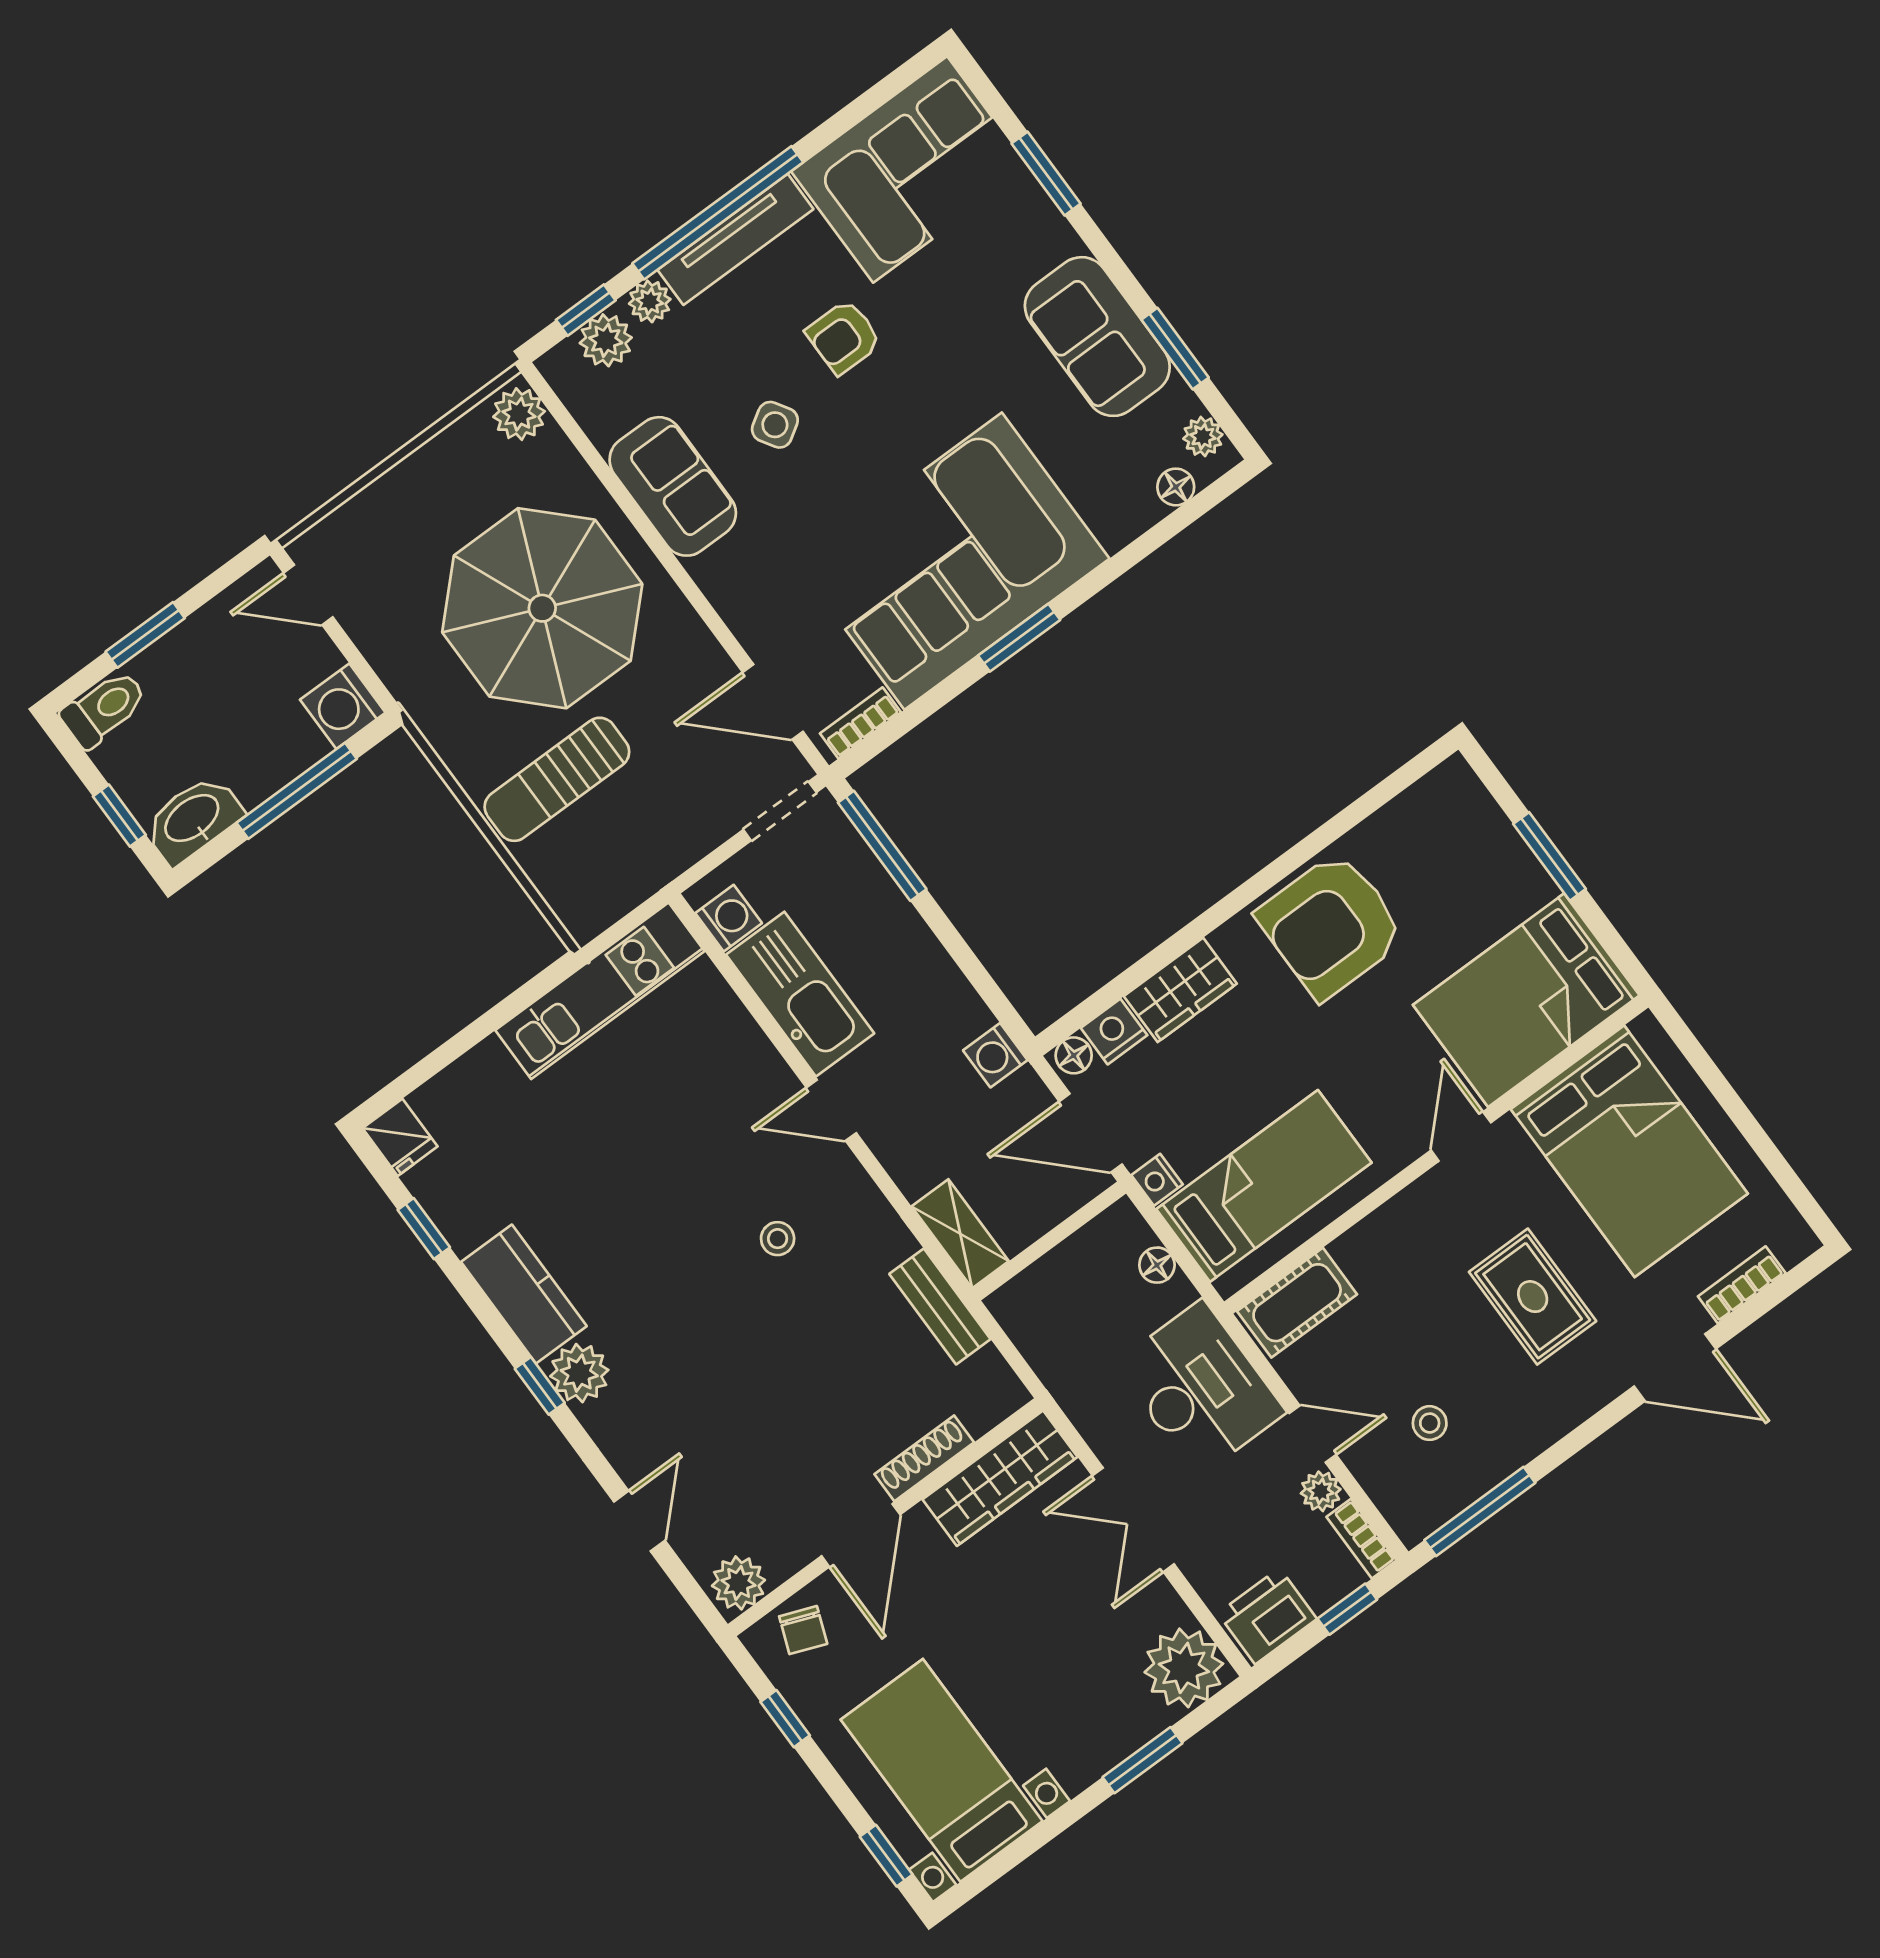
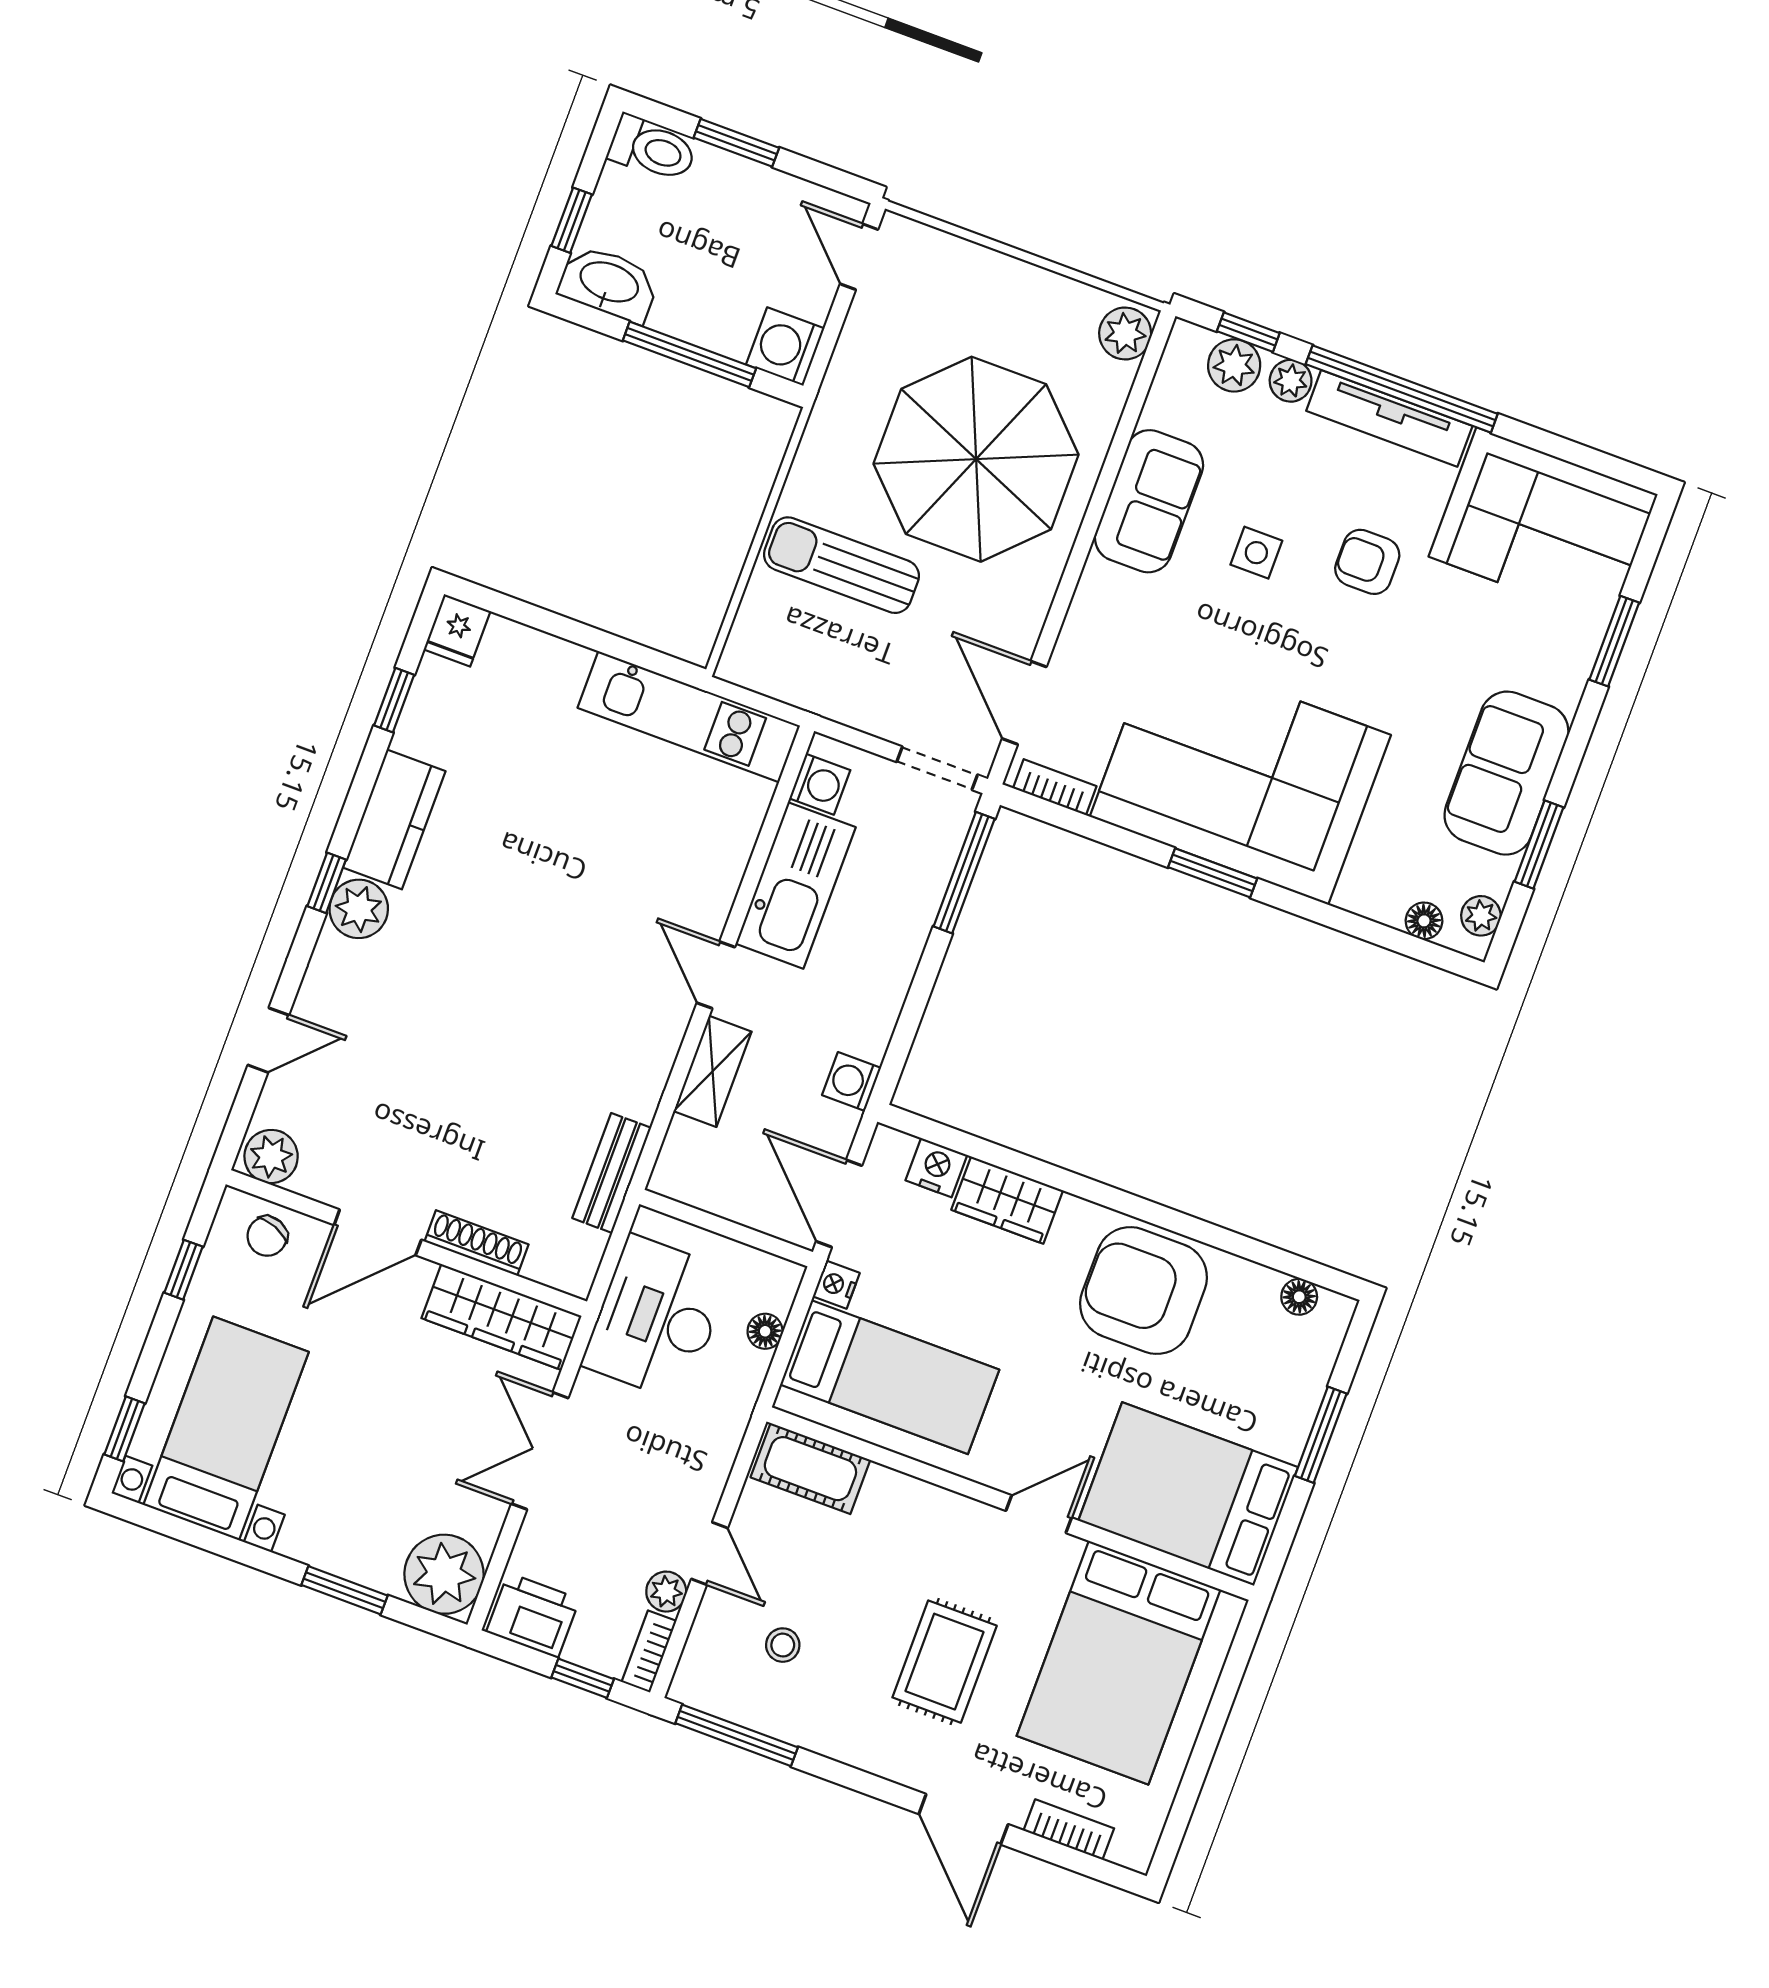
side table: (775, 425) -> (1256, 553), turned 32
floor lamp: (1074, 1055) -> (1299, 1297), moved
shelving: (960, 1234) -> (713, 1071), moved
stool: (778, 1239) -> (579, 1000), removed
desk: (1200, 1388) -> (657, 1318), moved, turned 180

